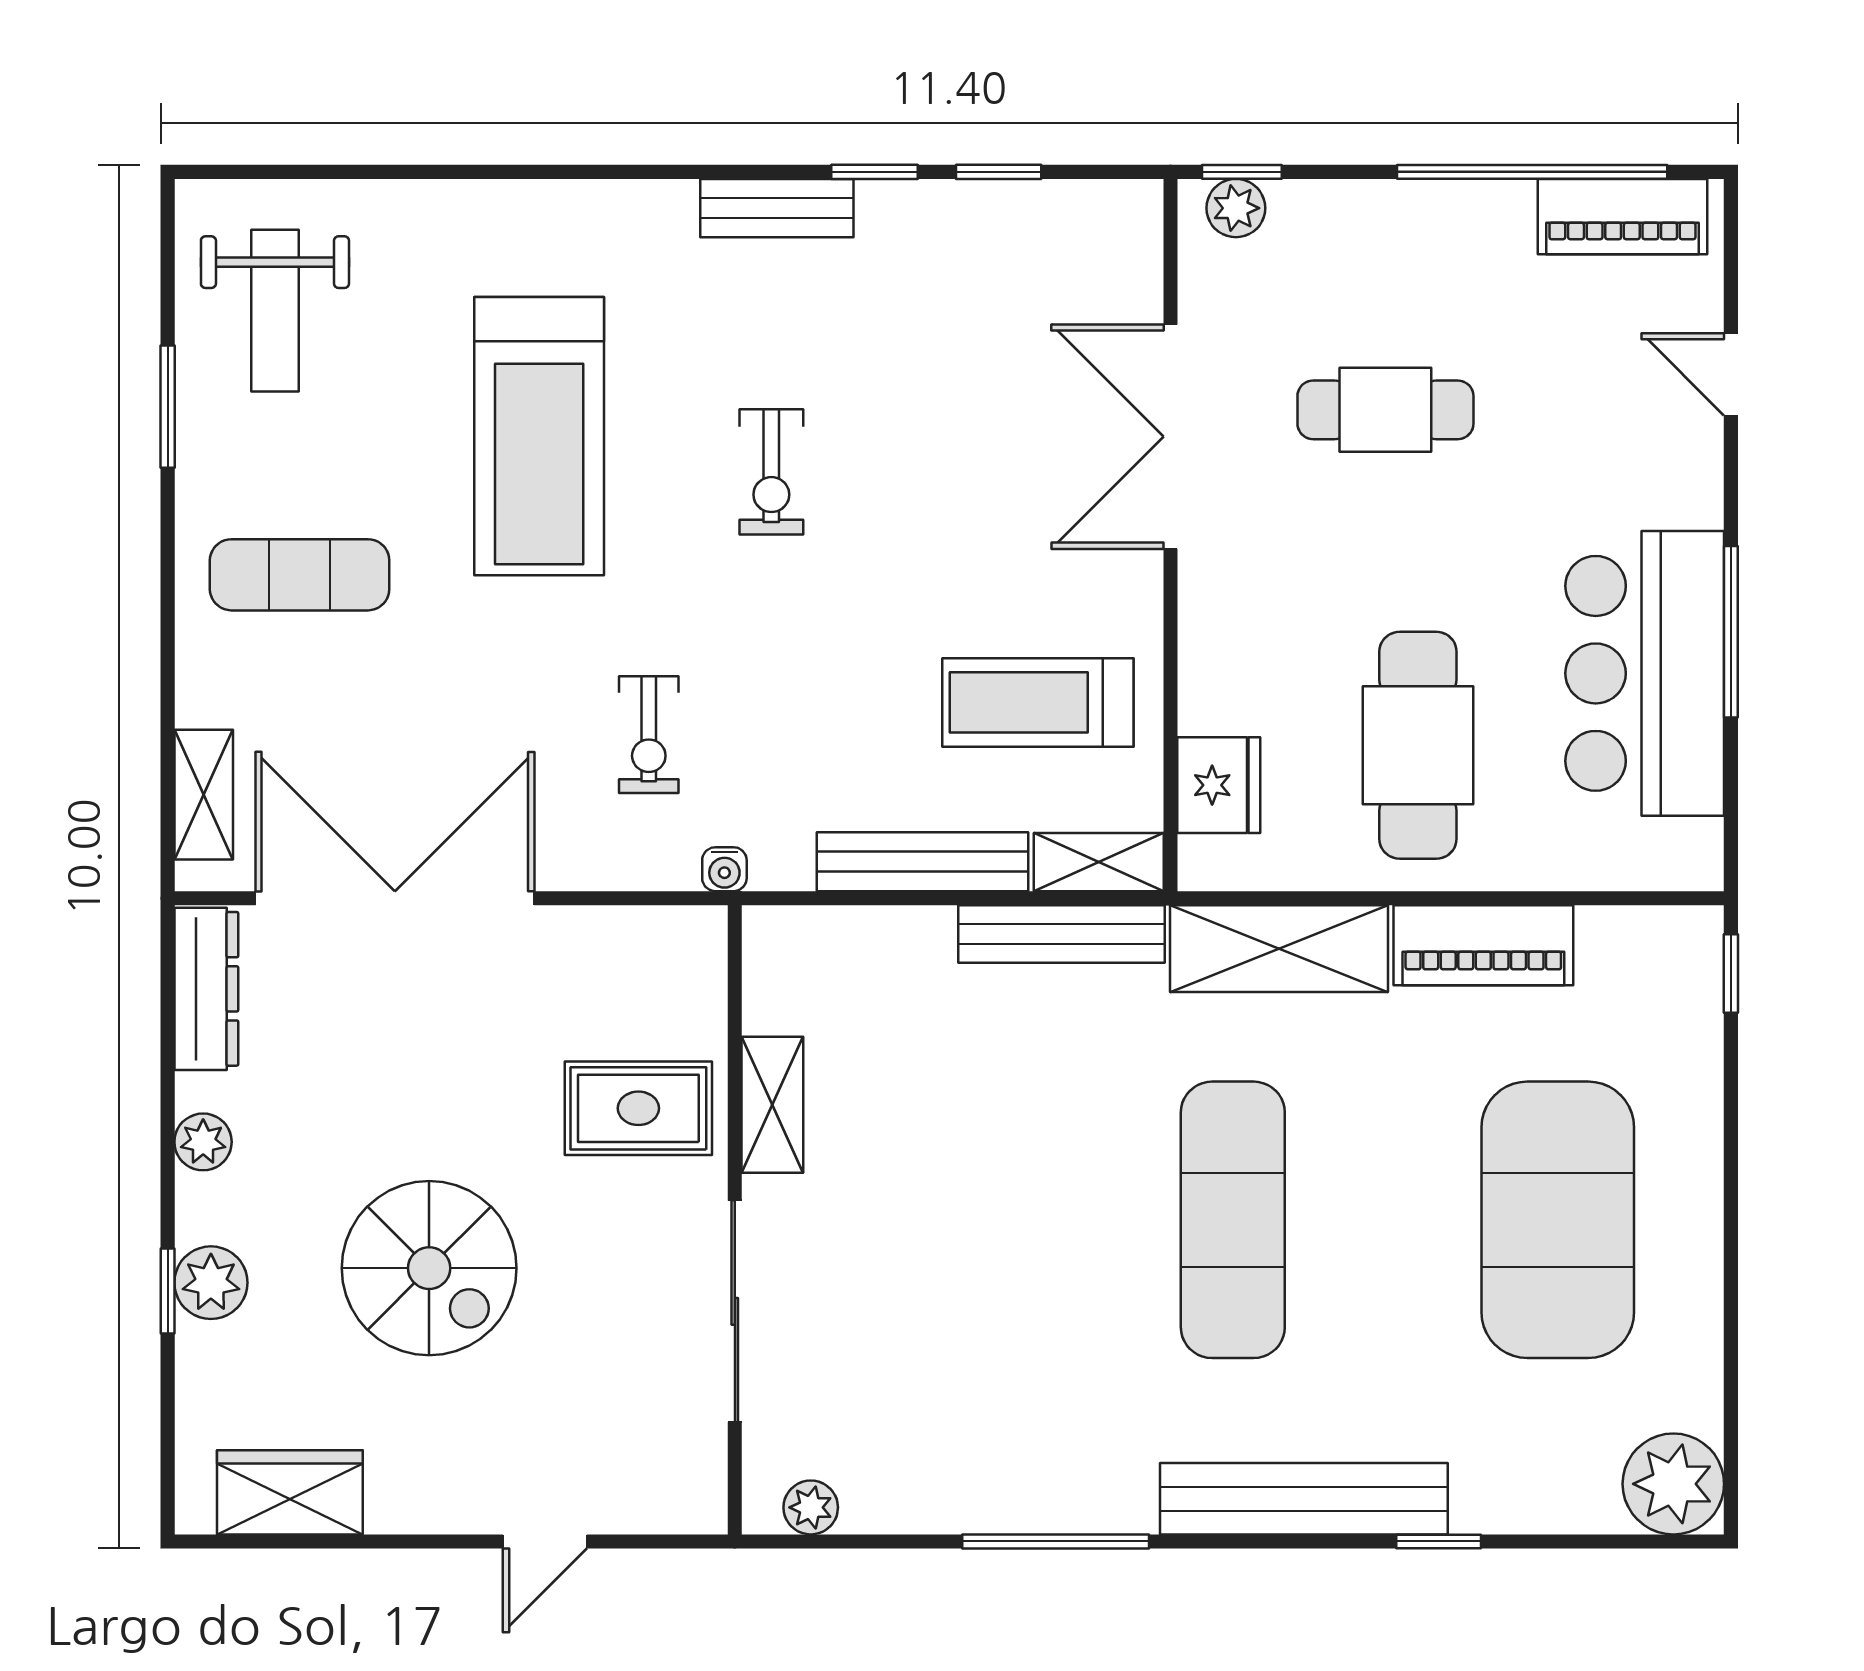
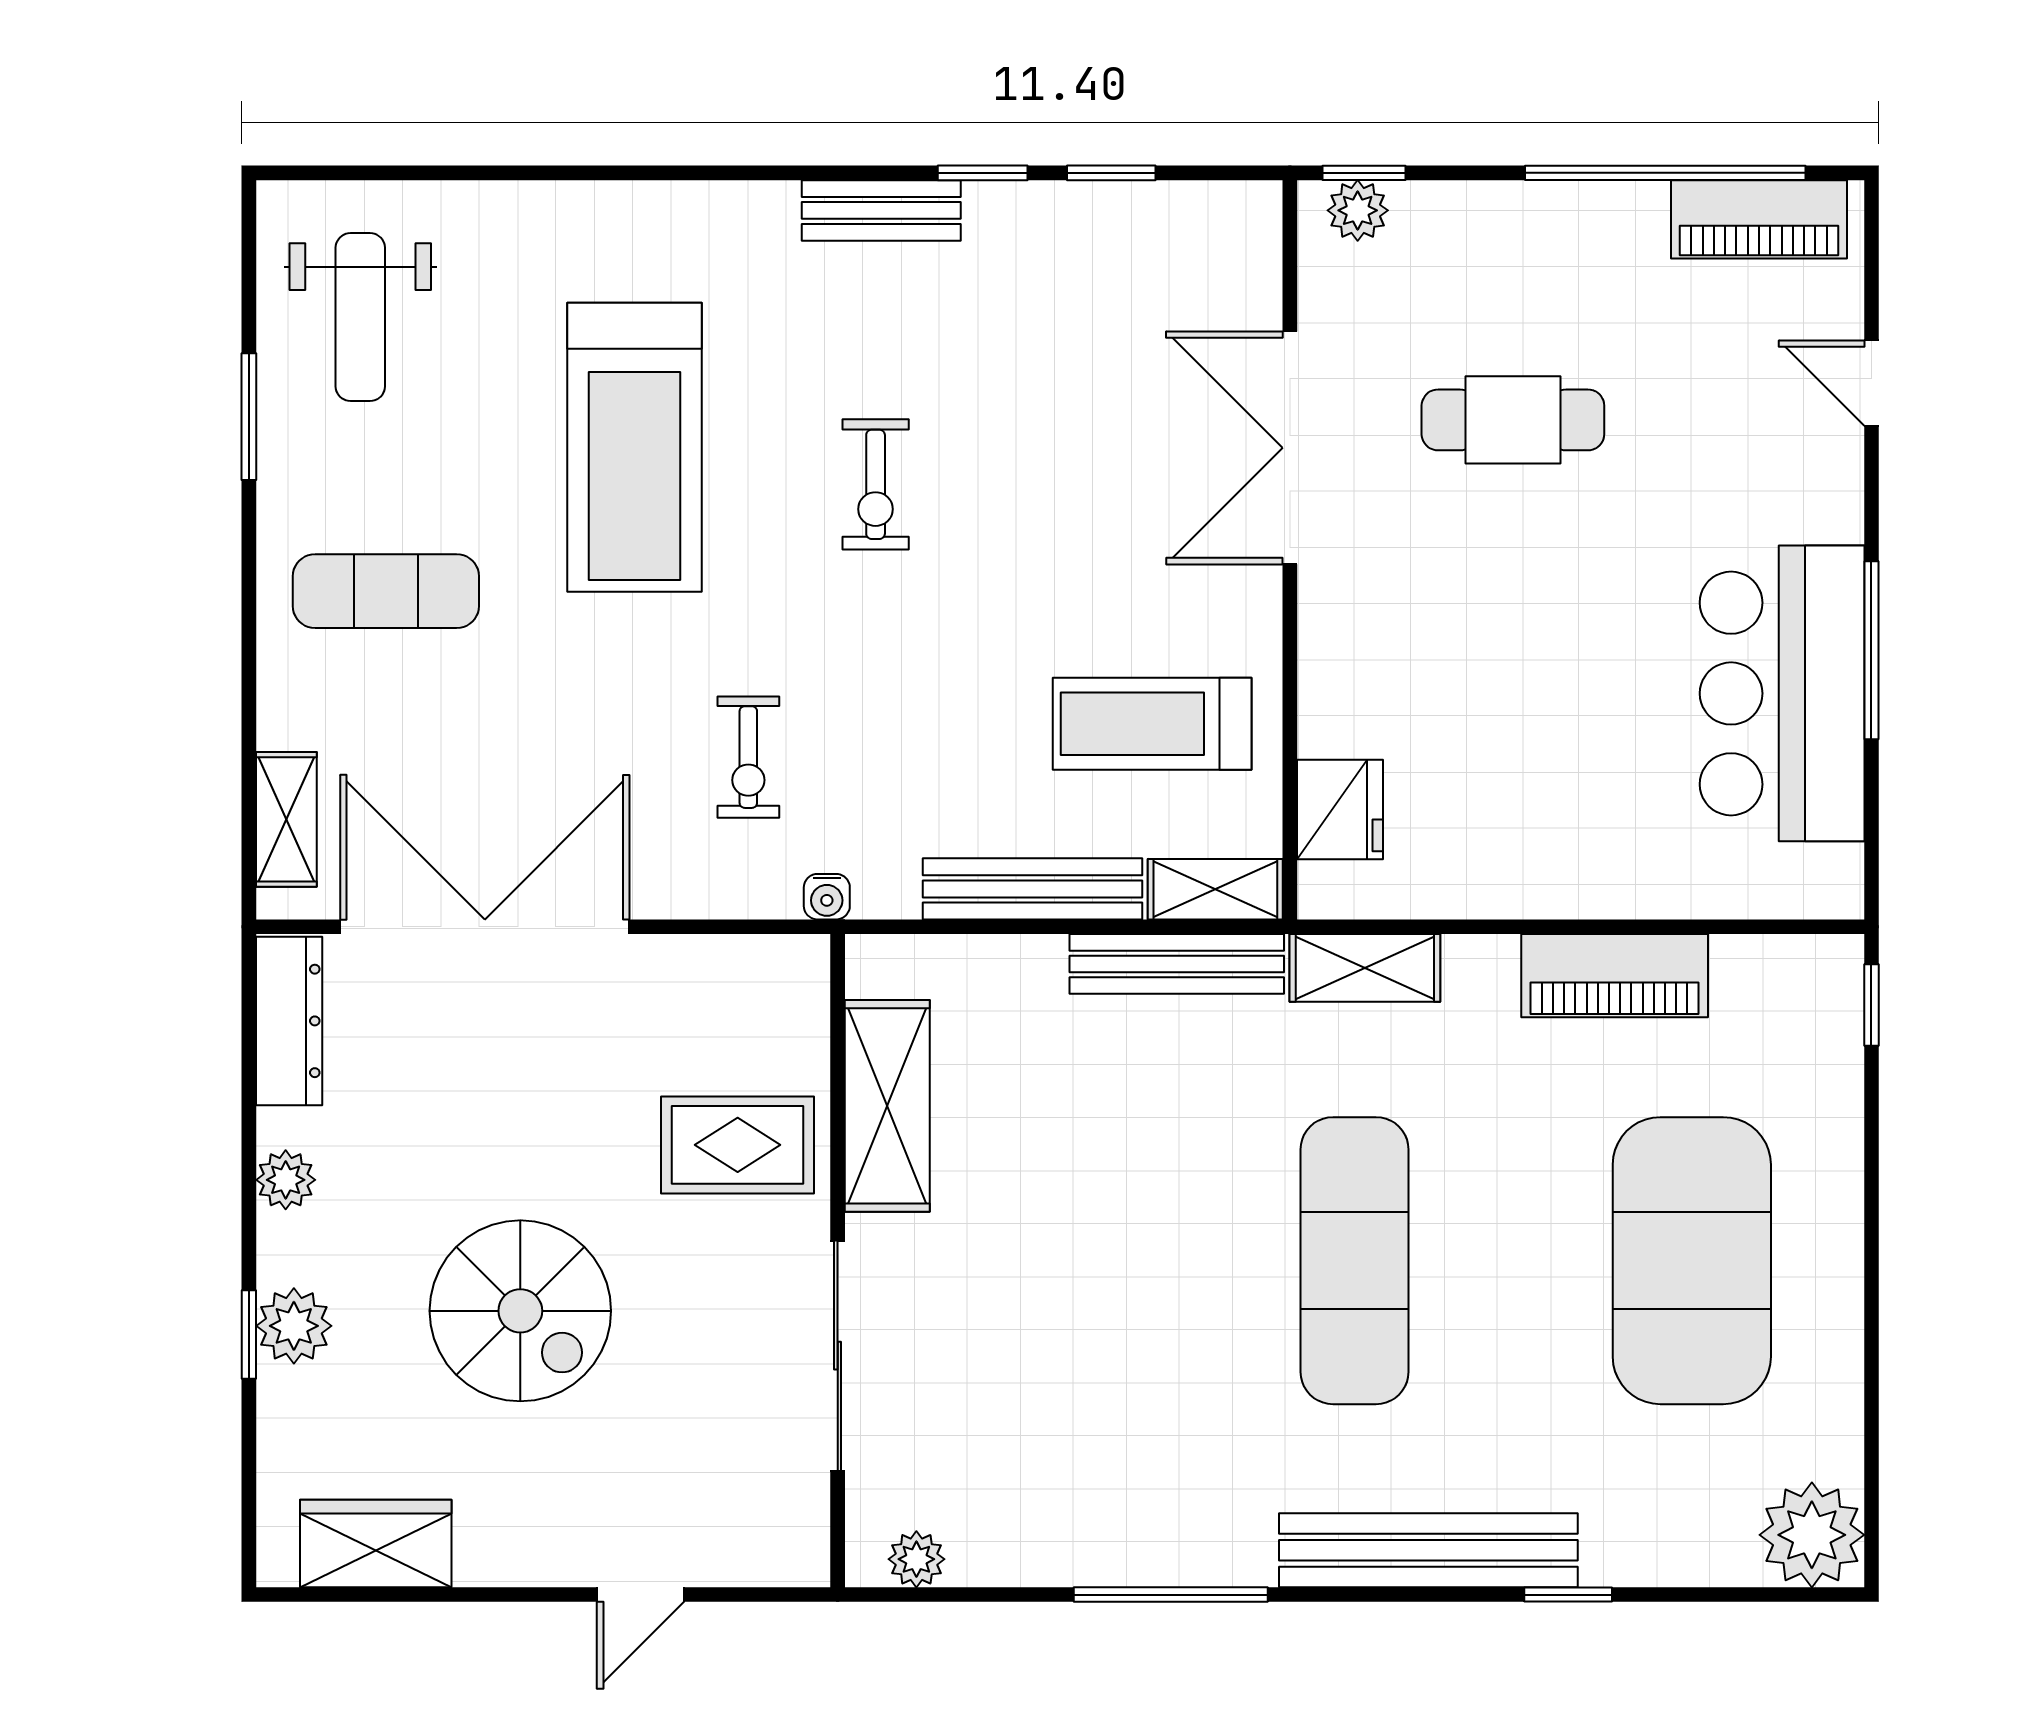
cafe table: (1418, 745) -> (1547, 768), removed
shelving: (1279, 949) -> (1365, 968), width x0.67, depth x0.75
shelving: (772, 1105) -> (887, 1106), width x1.50, depth x1.33

